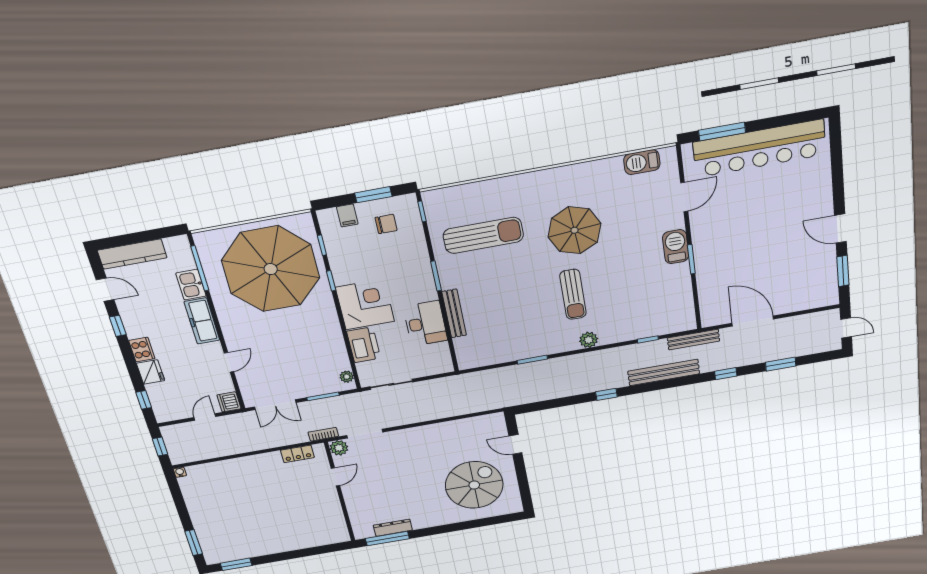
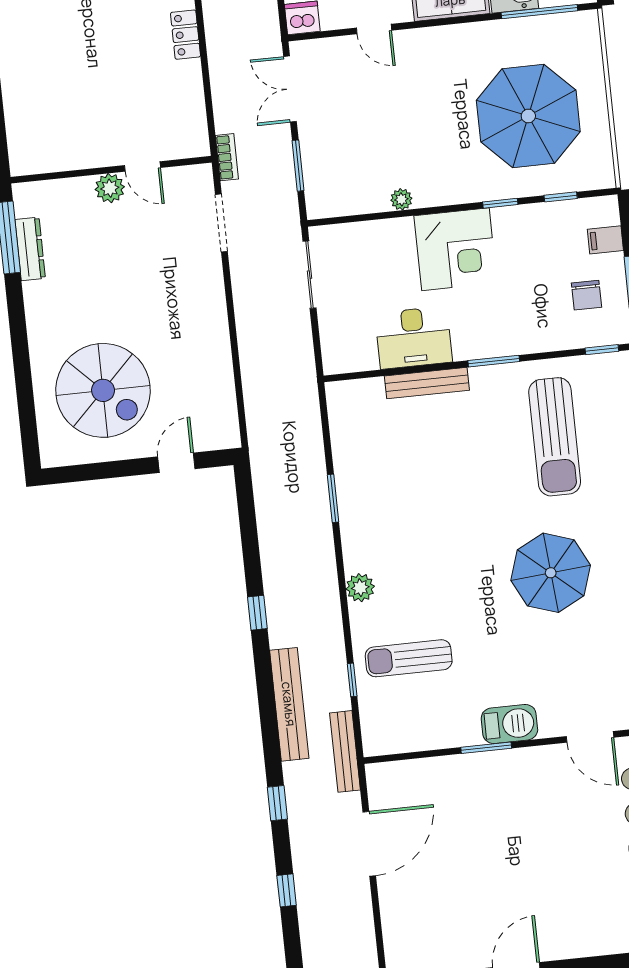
parasol: (271, 269) -> (528, 116), width x0.73, depth x0.73
sun lounger: (573, 294) -> (409, 658), moved
printer: (364, 345) -> (385, 240), removed
window: (781, 364) -> (287, 890), width x0.67
plant: (347, 377) -> (401, 199), moved
plant: (339, 448) -> (110, 188), moved
locker: (297, 454) -> (186, 35), moved

